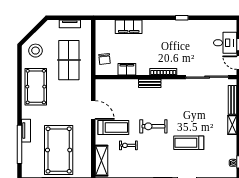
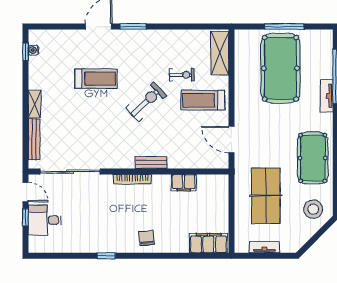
filing cabinet: (129, 27) -> (208, 243), moved
chair: (105, 59) -> (146, 238), moved
door: (93, 110) -> (231, 140), moved
exercise bike: (153, 126) -> (146, 102), turned -43

